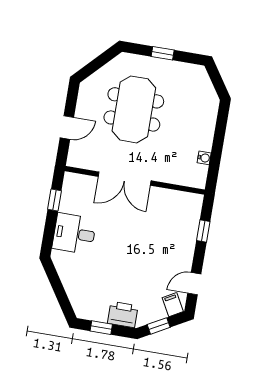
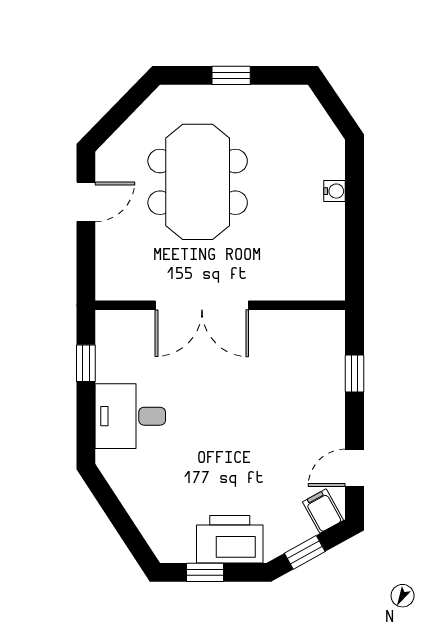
door: (67, 128) -> (86, 202), moved
water cooler: (204, 158) -> (335, 191), moved
printer: (123, 315) -> (230, 539), width x1.37, depth x1.19

